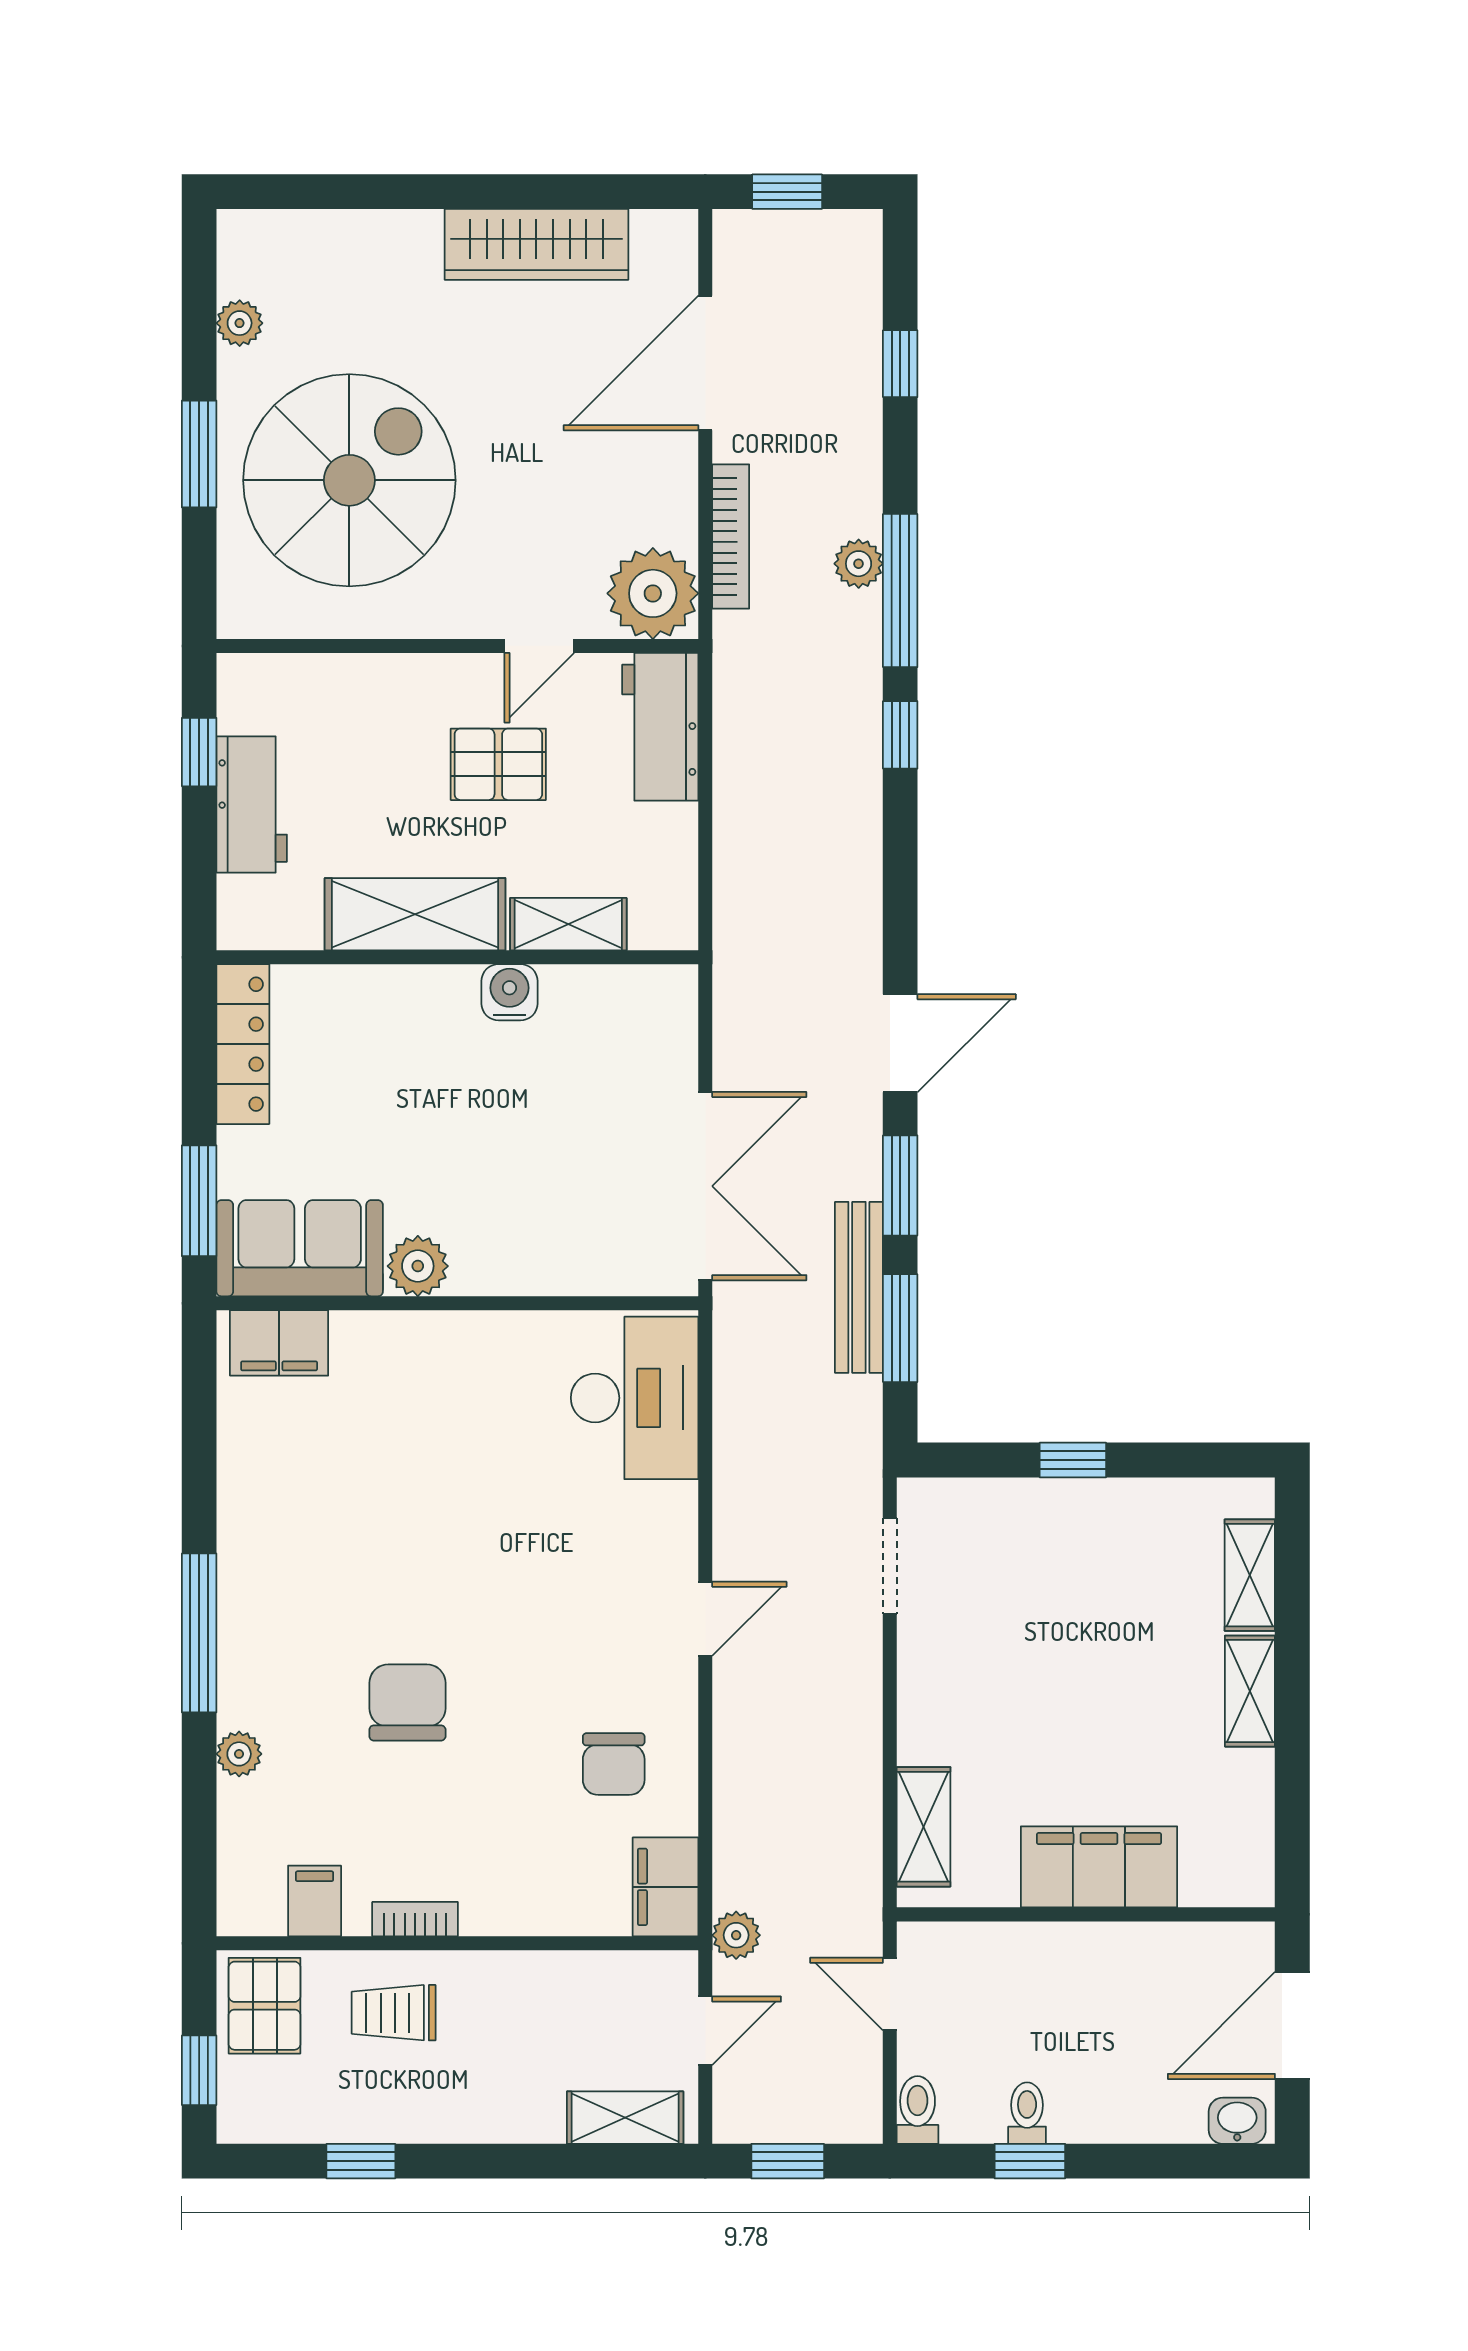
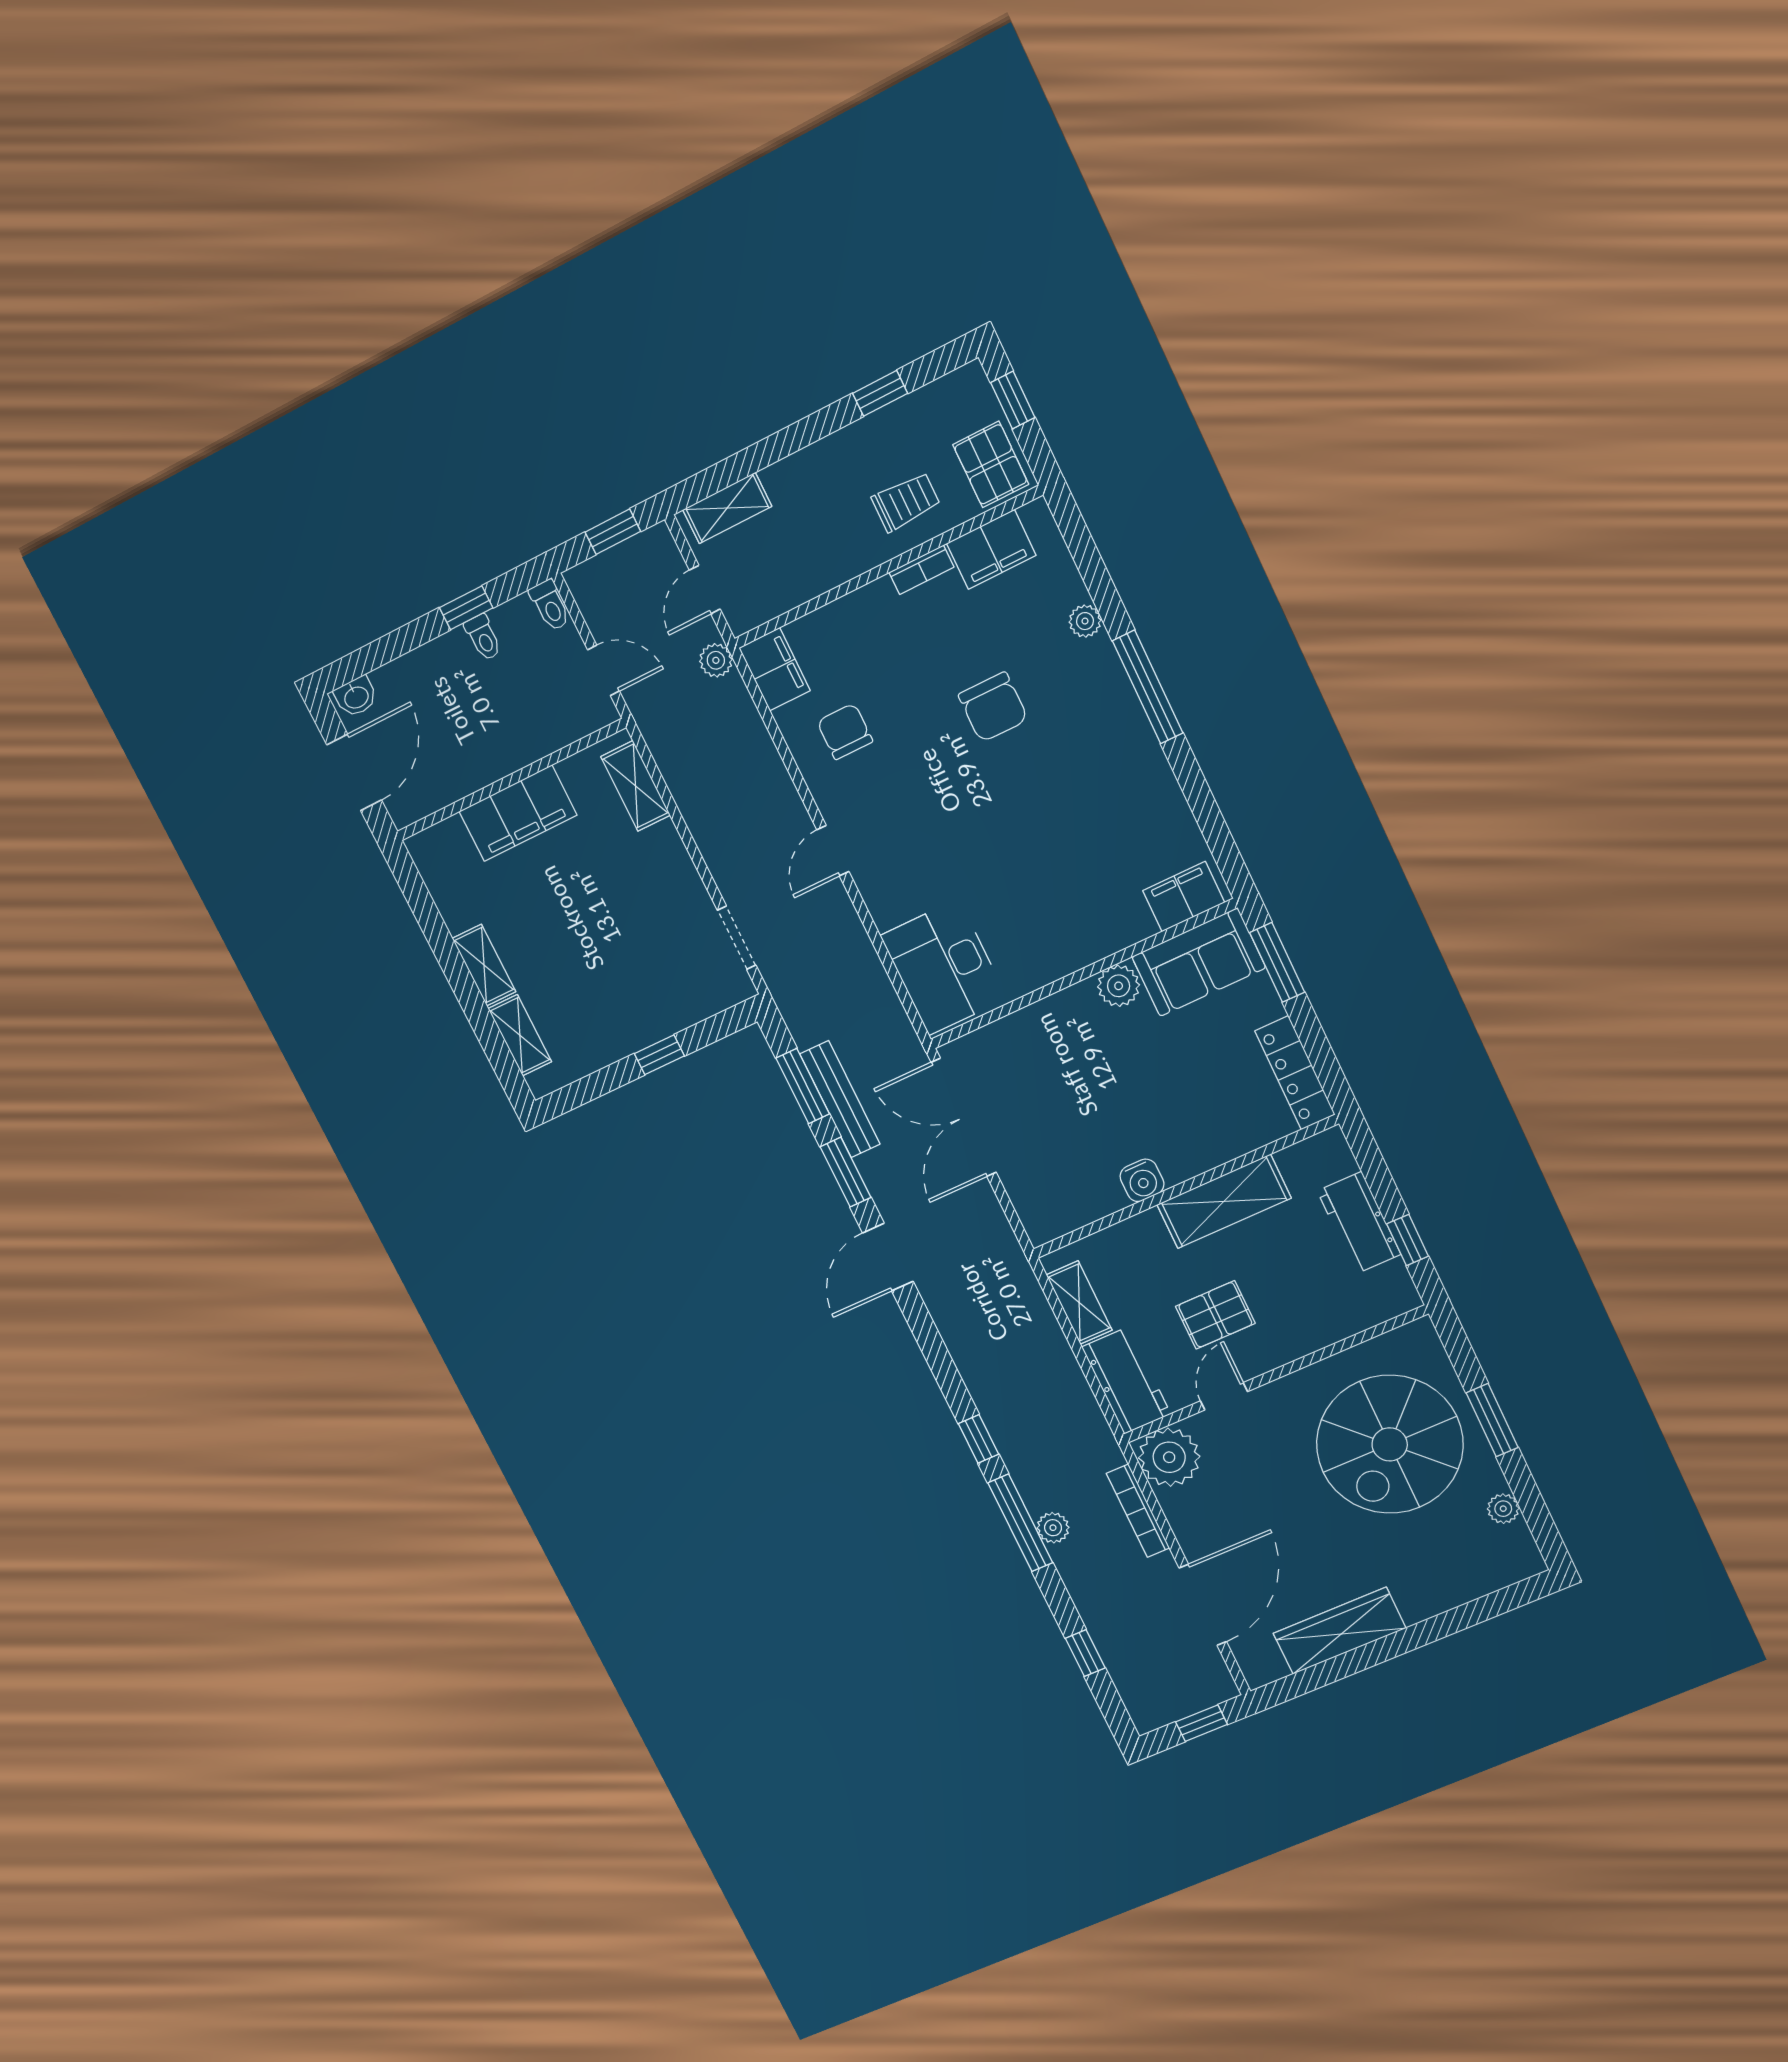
shelving: (568, 924) -> (1079, 1303), moved, turned 90
filing cabinet: (315, 1901) -> (991, 549), width x2.00

